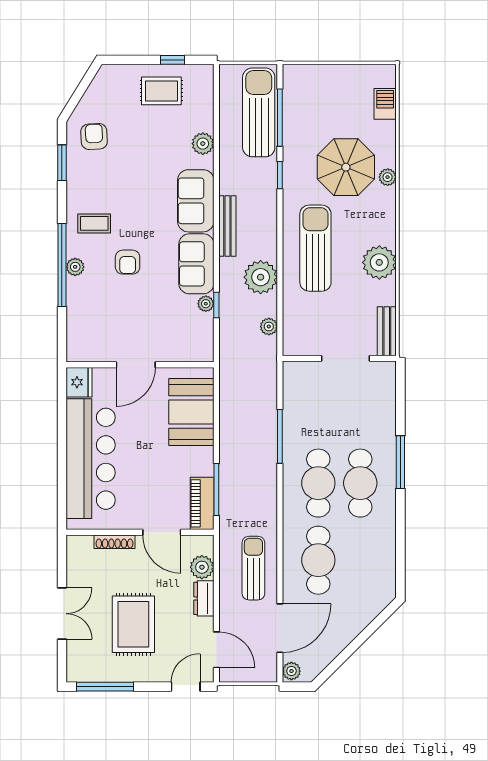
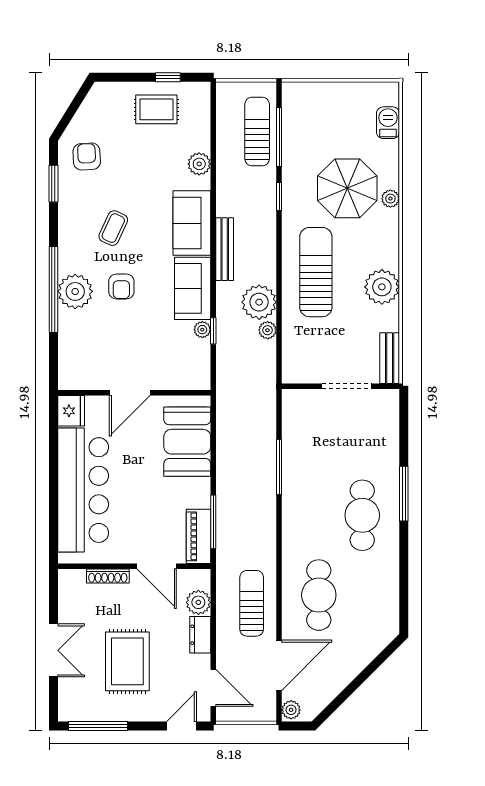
sun lounger: (259, 112) -> (257, 132), width x0.73, depth x0.75
coffee table: (94, 223) -> (113, 228), moved, turned -65
plant: (75, 267) -> (75, 291), width x1.88, depth x1.88
plant: (269, 327) -> (268, 330), moved
cafe table: (318, 483) -> (319, 515), removed

